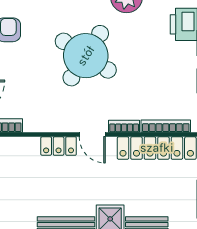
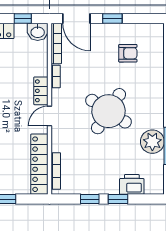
bookcase: (124, 126) -> (56, 76), moved

